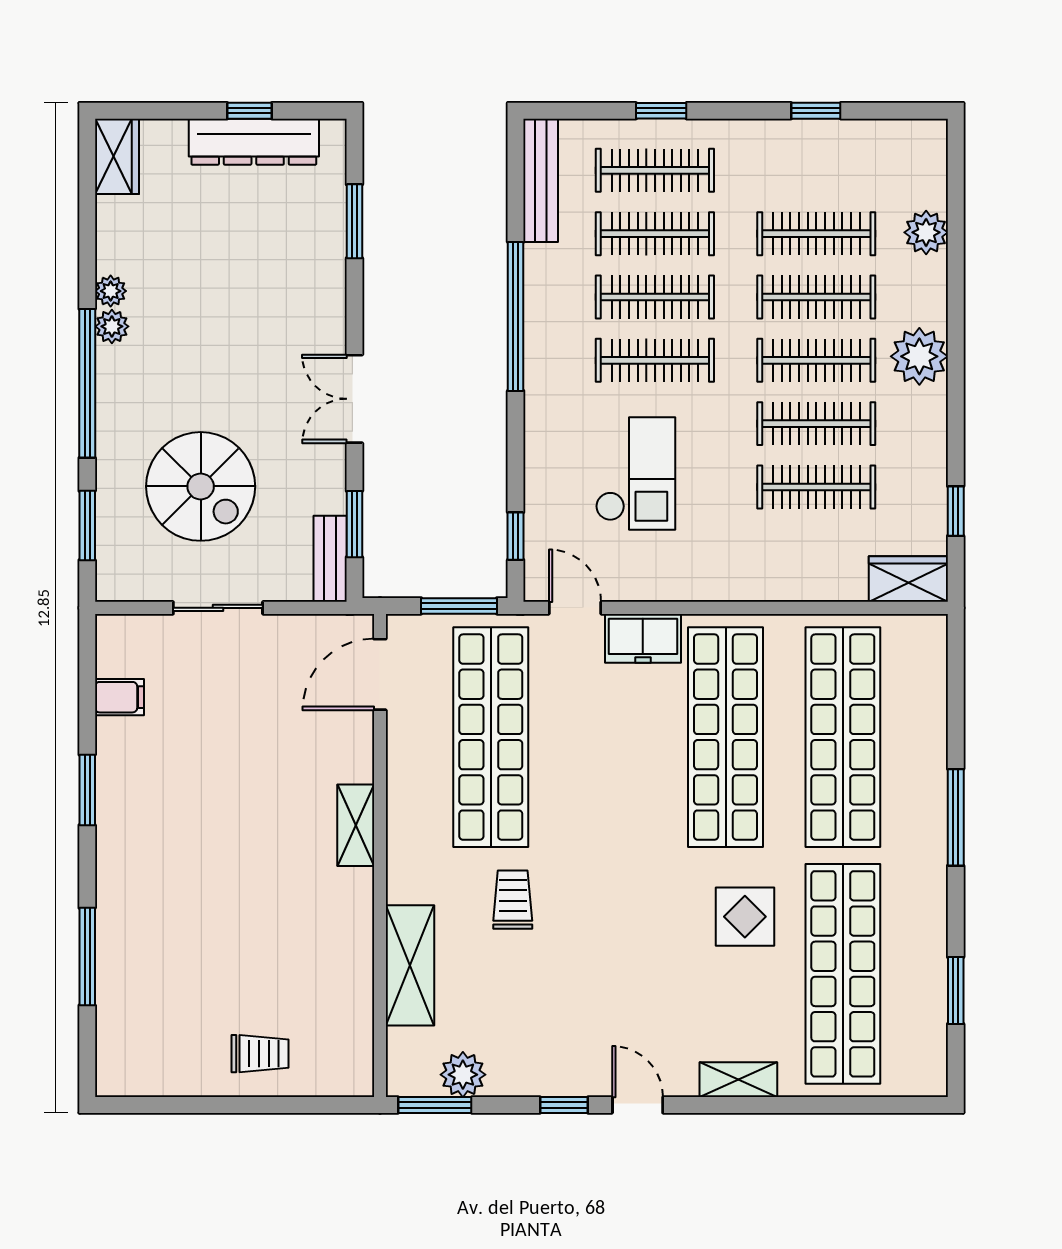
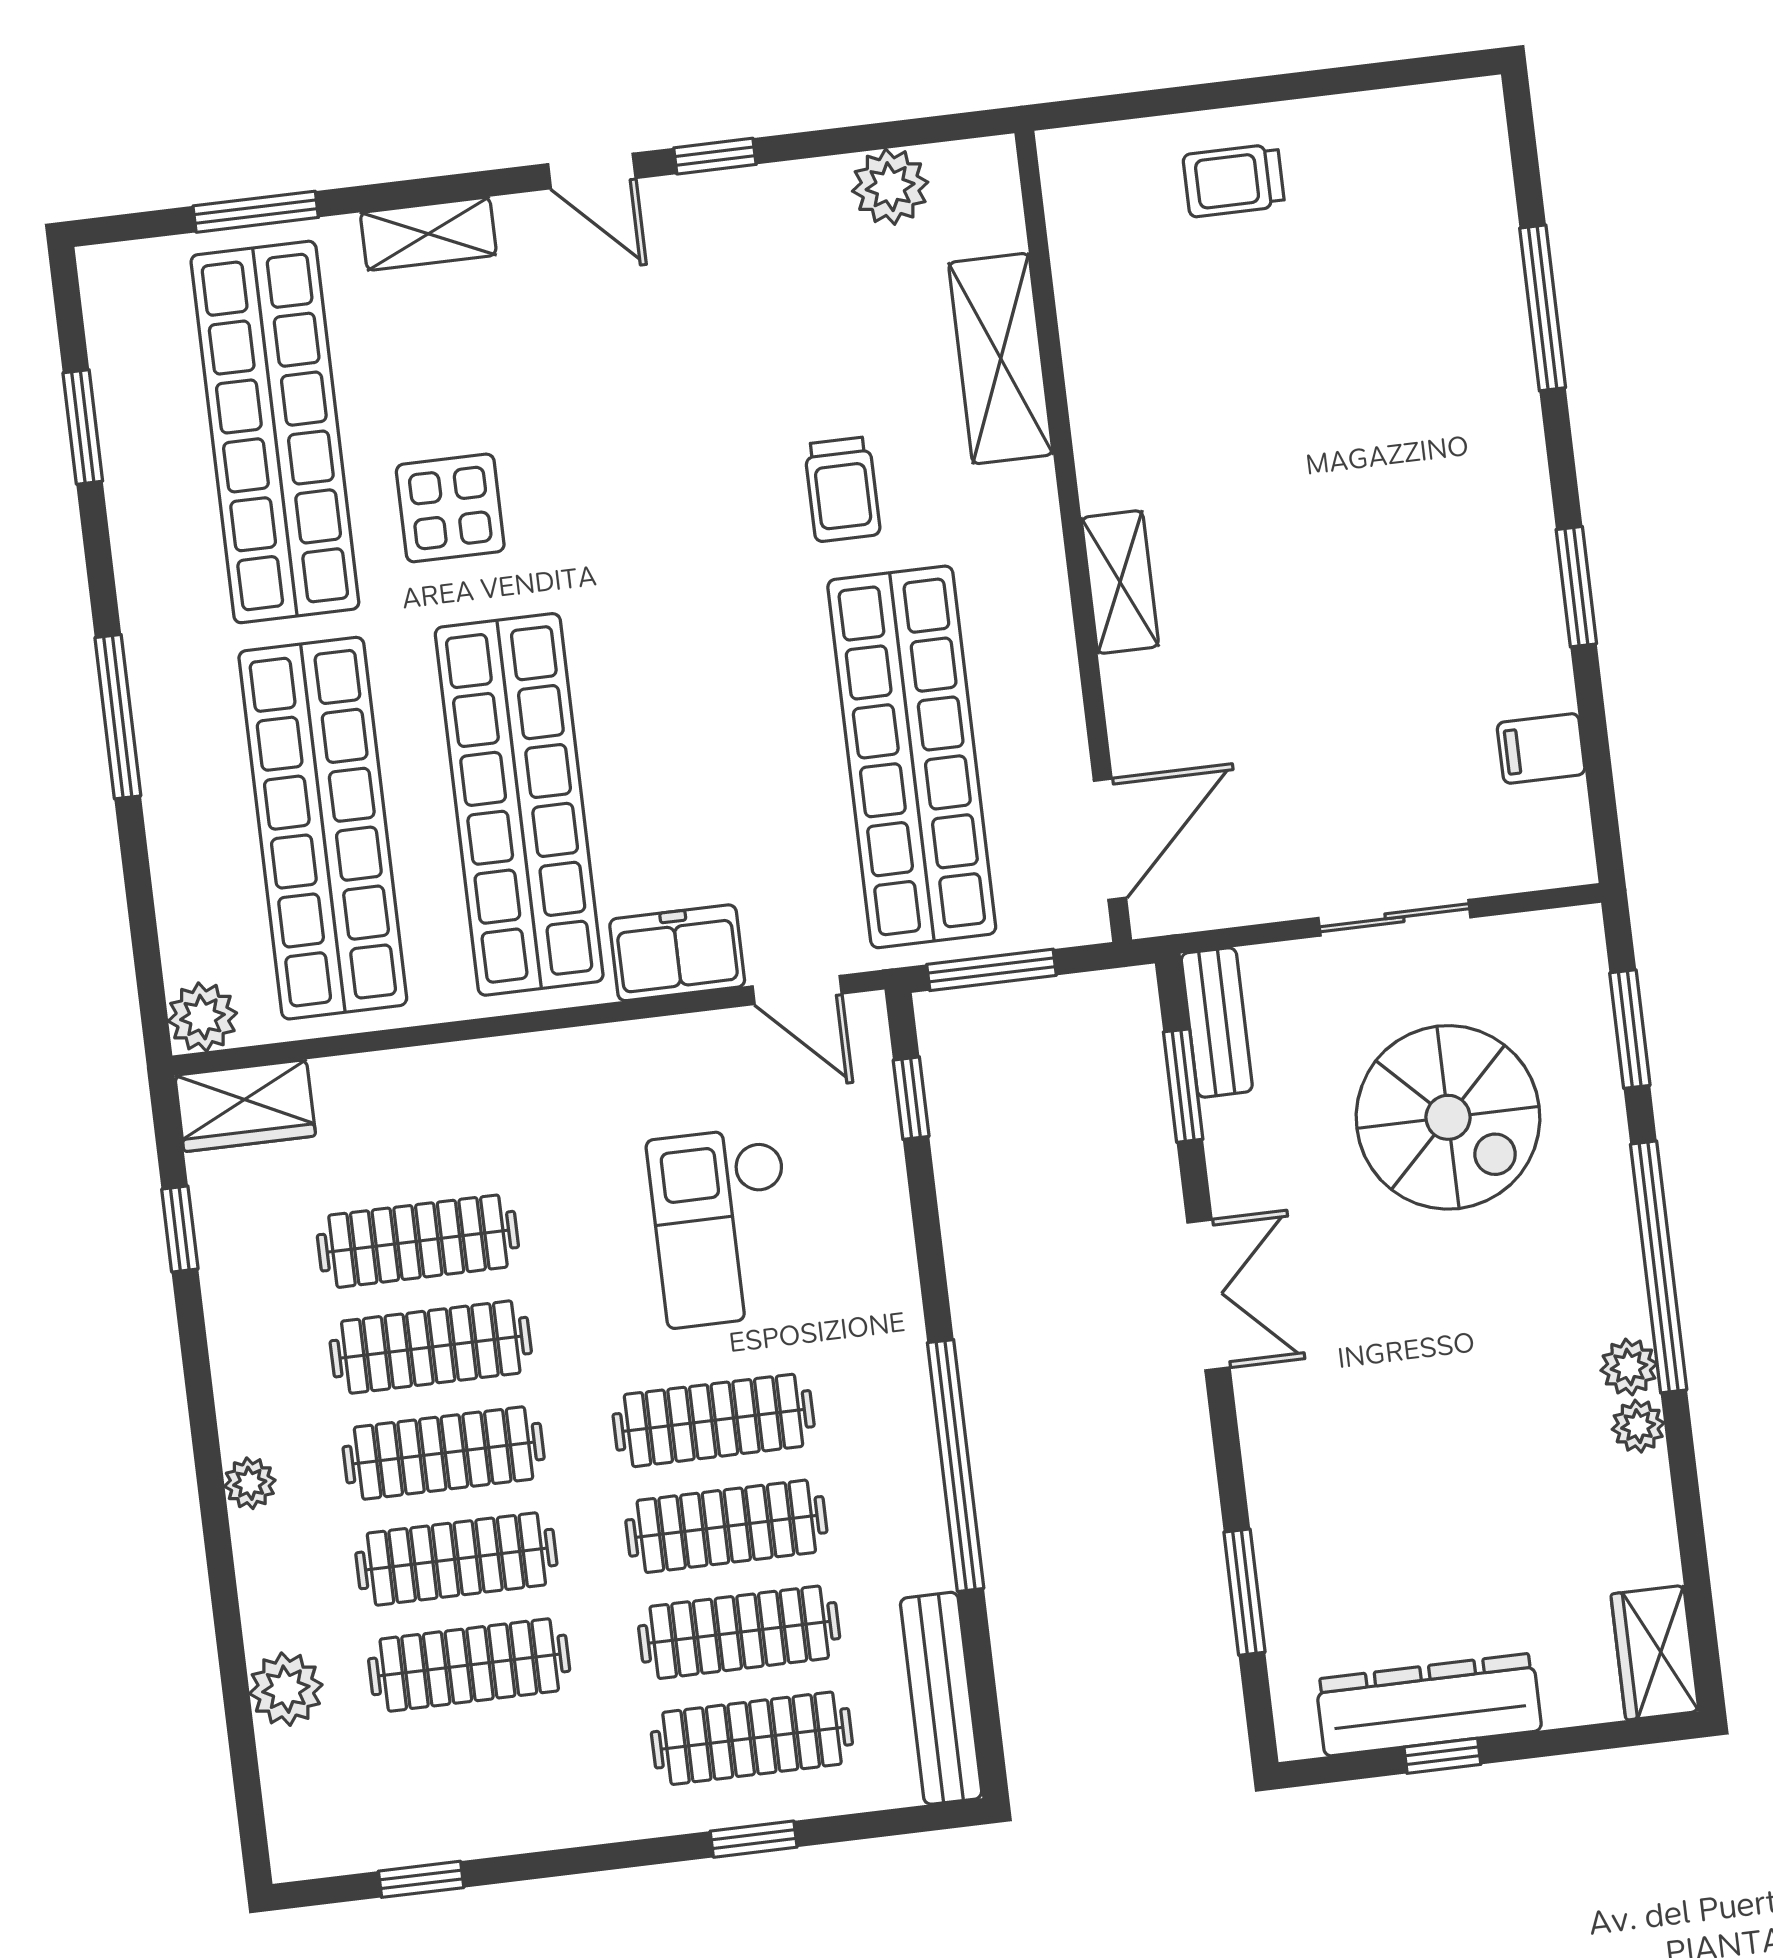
window: (816, 111) -> (421, 1879), moved
plant: (919, 356) -> (250, 1483), width x0.53, depth x0.53
spiral stairs: (201, 486) -> (1448, 1117), turned 180
plant: (927, 634) -> (202, 1017), added
window: (435, 1105) -> (256, 212), moved

